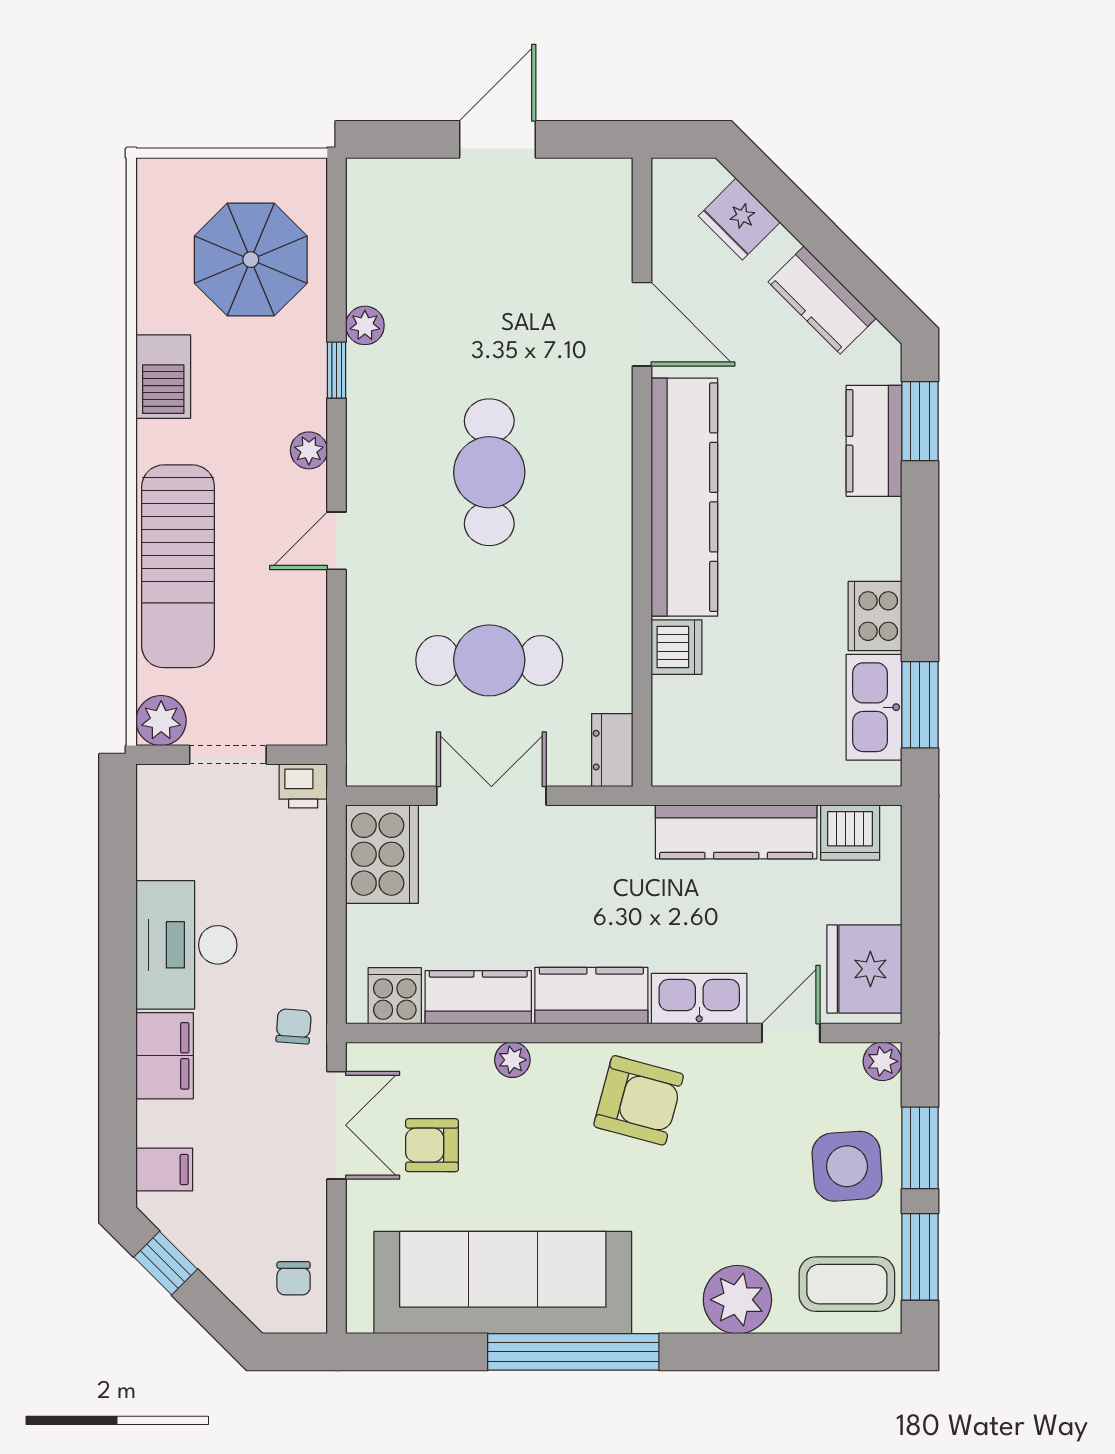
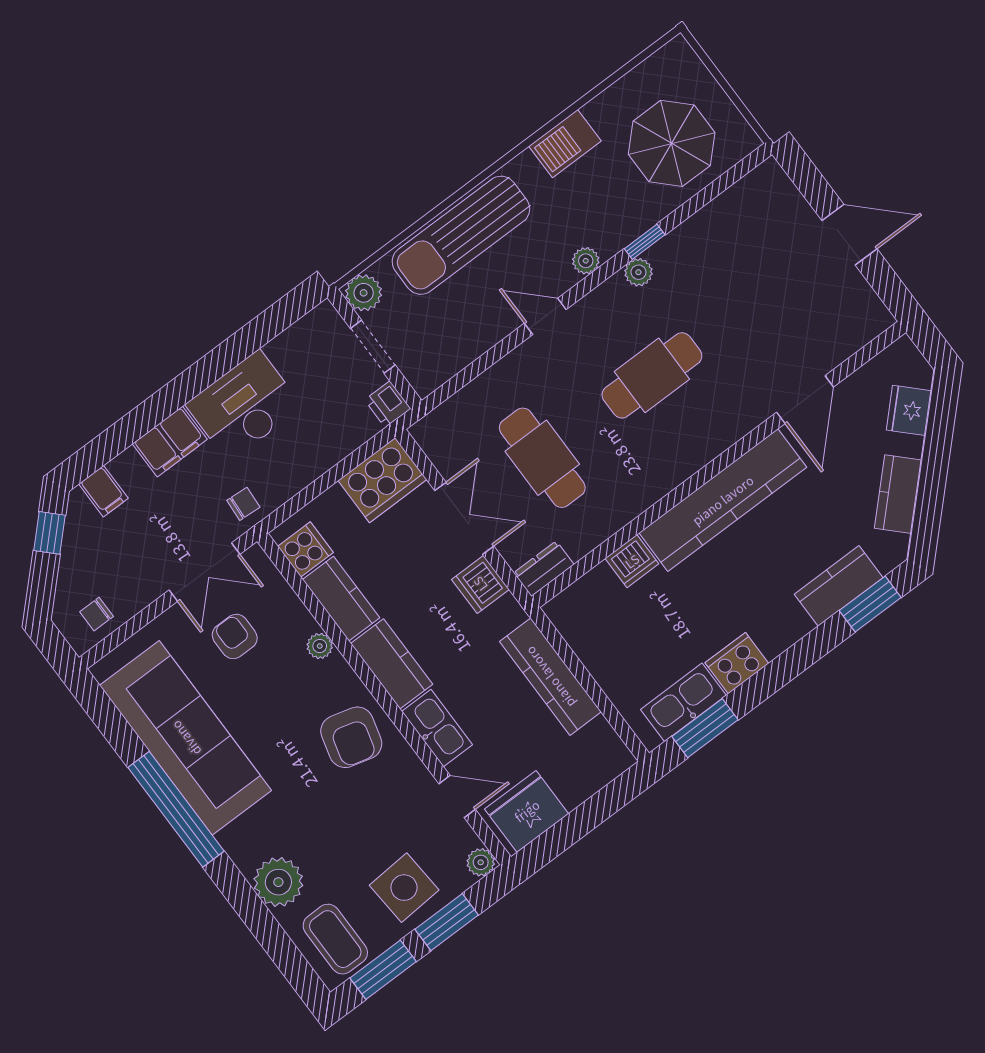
plant: (365, 325) -> (638, 272), moved
dishwasher: (850, 833) -> (480, 584), moved

